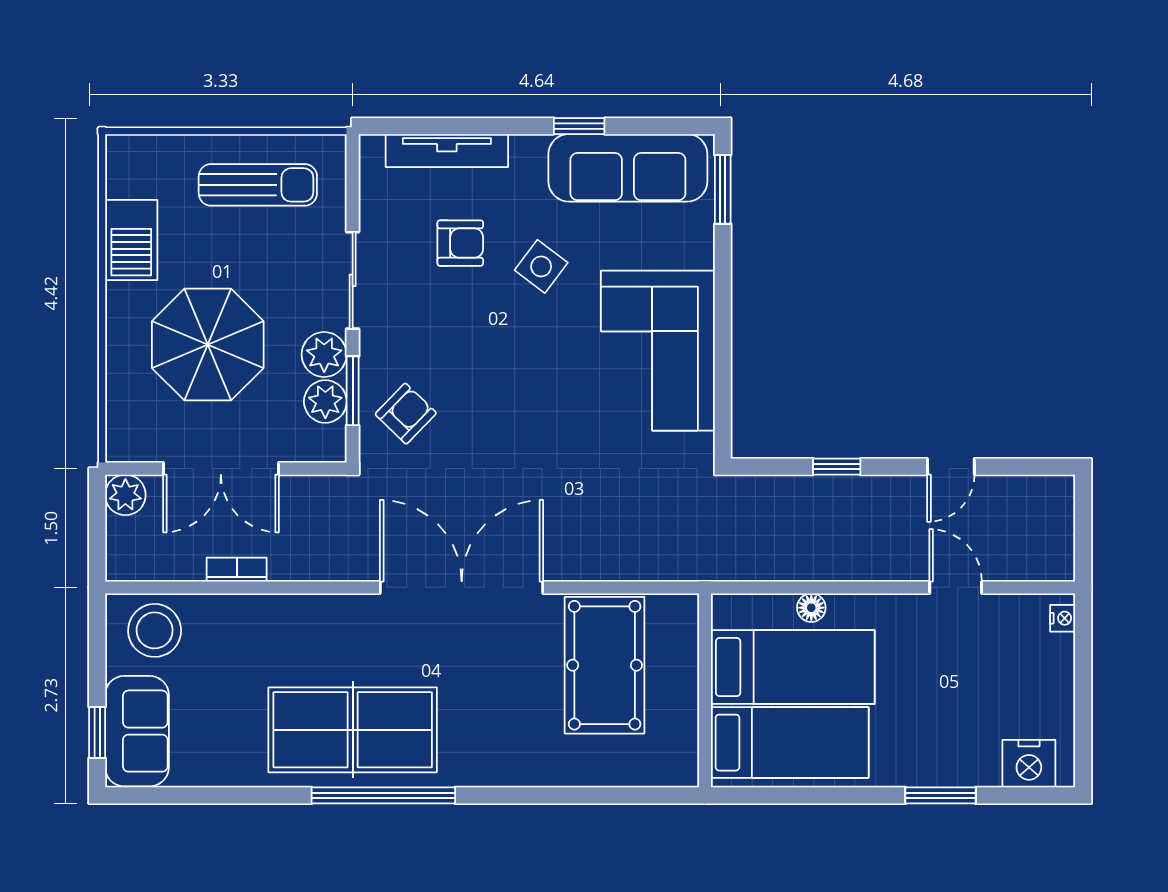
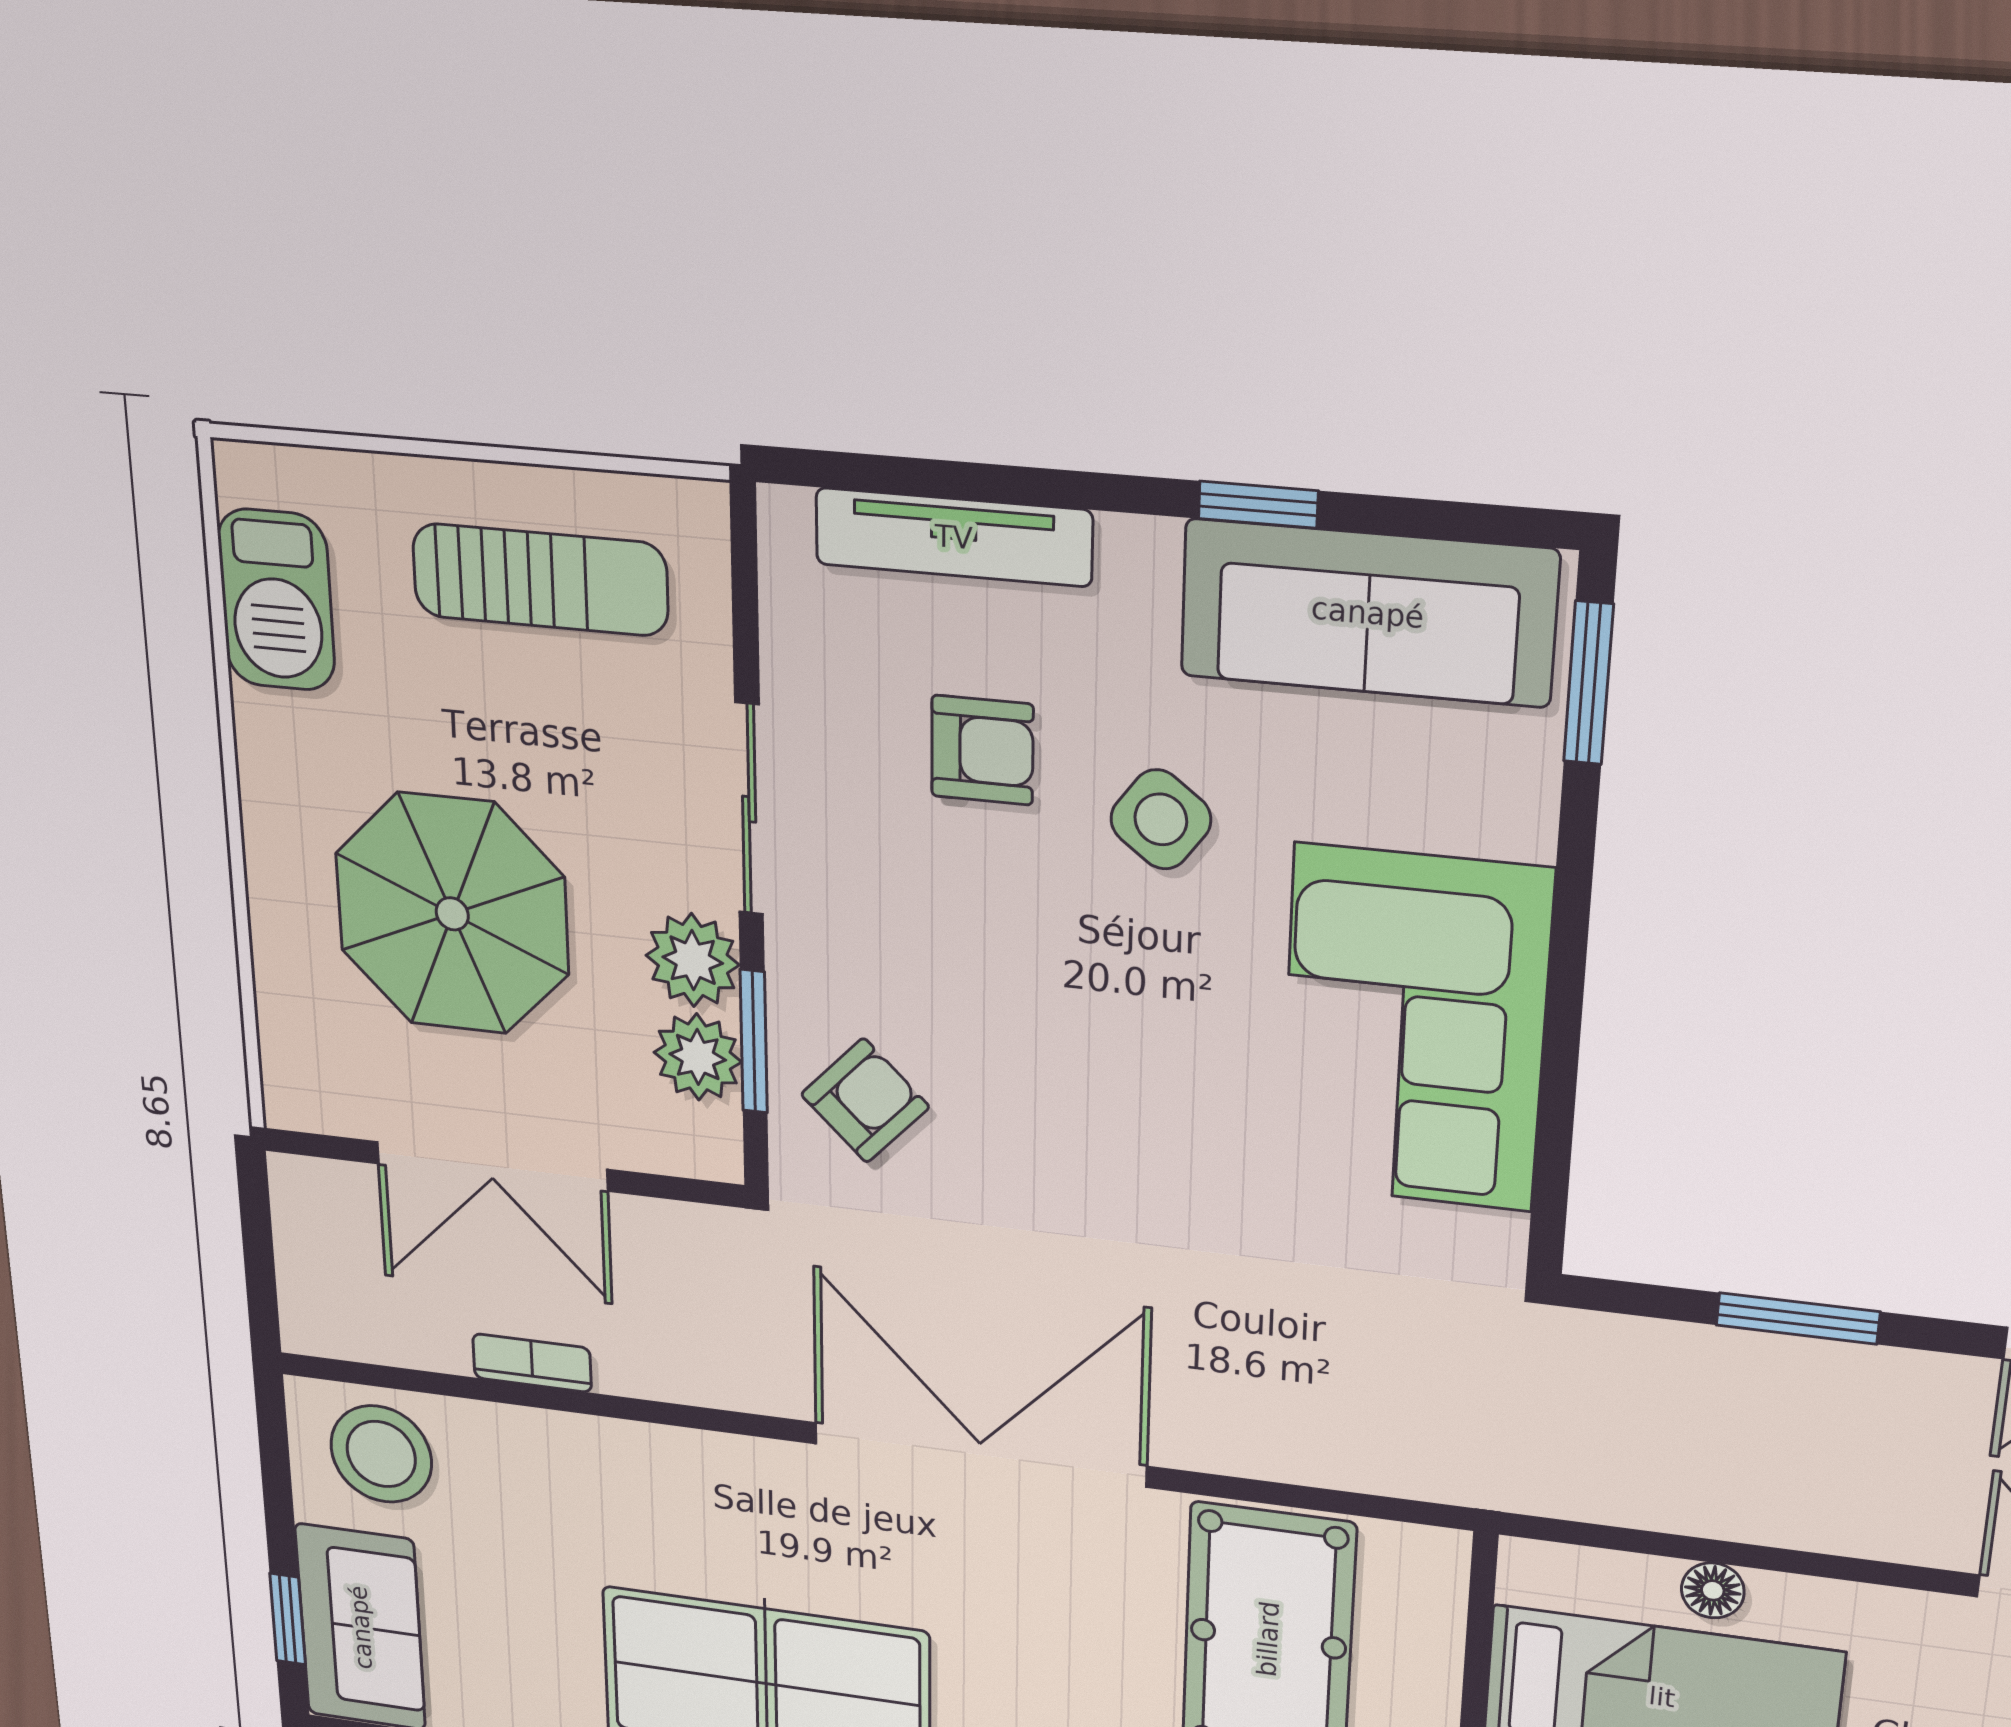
barbecue: (131, 240) -> (276, 600), moved
window: (837, 467) -> (1798, 1318), width x1.50
plant: (125, 495) -> (308, 1195), removed

